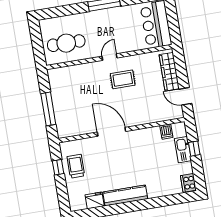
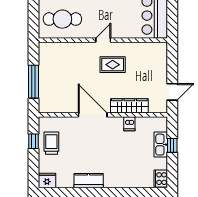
wardrobe: (169, 72) -> (129, 106), moved, turned 90
door: (185, 96) -> (172, 92), swing flipped
dishwasher: (166, 132) -> (129, 124), moved
kitchen counter: (125, 195) -> (89, 181), width x0.67
fridge: (95, 200) -> (47, 180), moved

